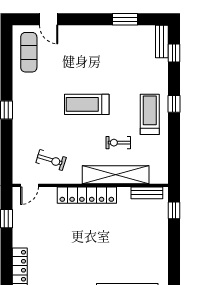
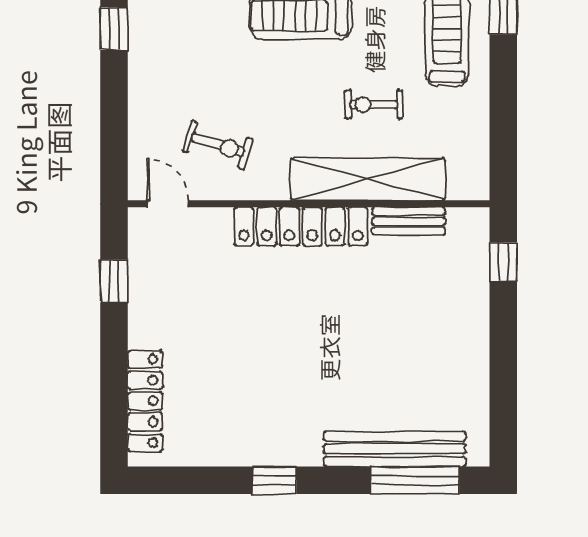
door: (29, 185) -> (168, 204), swing flipped
bench: (147, 193) -> (409, 221), moved

